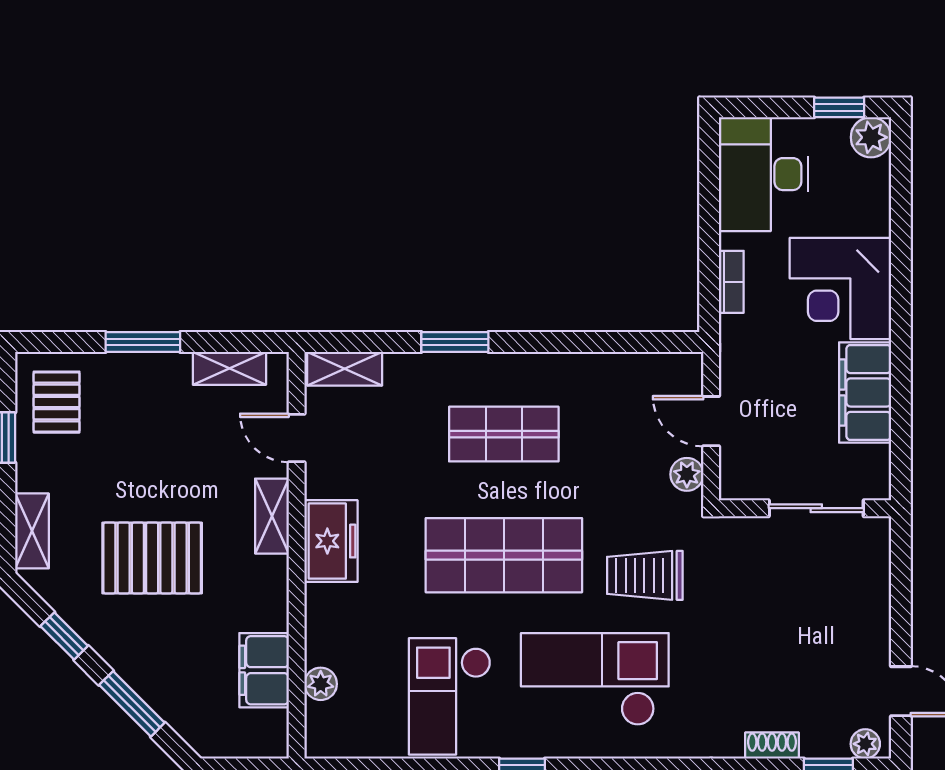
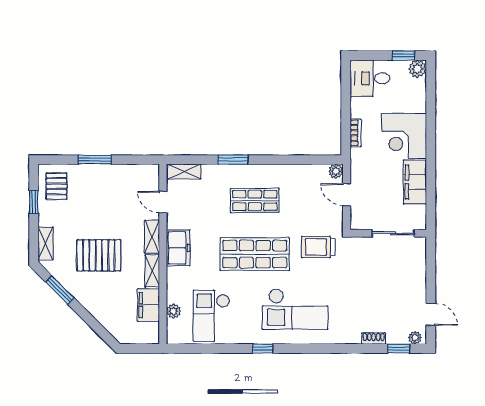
desk: (764, 174) -> (370, 78), width x0.73
shelving: (229, 368) -> (152, 271), moved, turned 90
plant: (687, 474) -> (336, 171), moved
trolley: (645, 575) -> (318, 247), moved
window: (64, 636) -> (60, 290), width x1.50
checkout: (595, 679) -> (295, 309), turned 180
checkout: (450, 696) -> (211, 316), moved
window: (132, 704) -> (90, 320), removed

